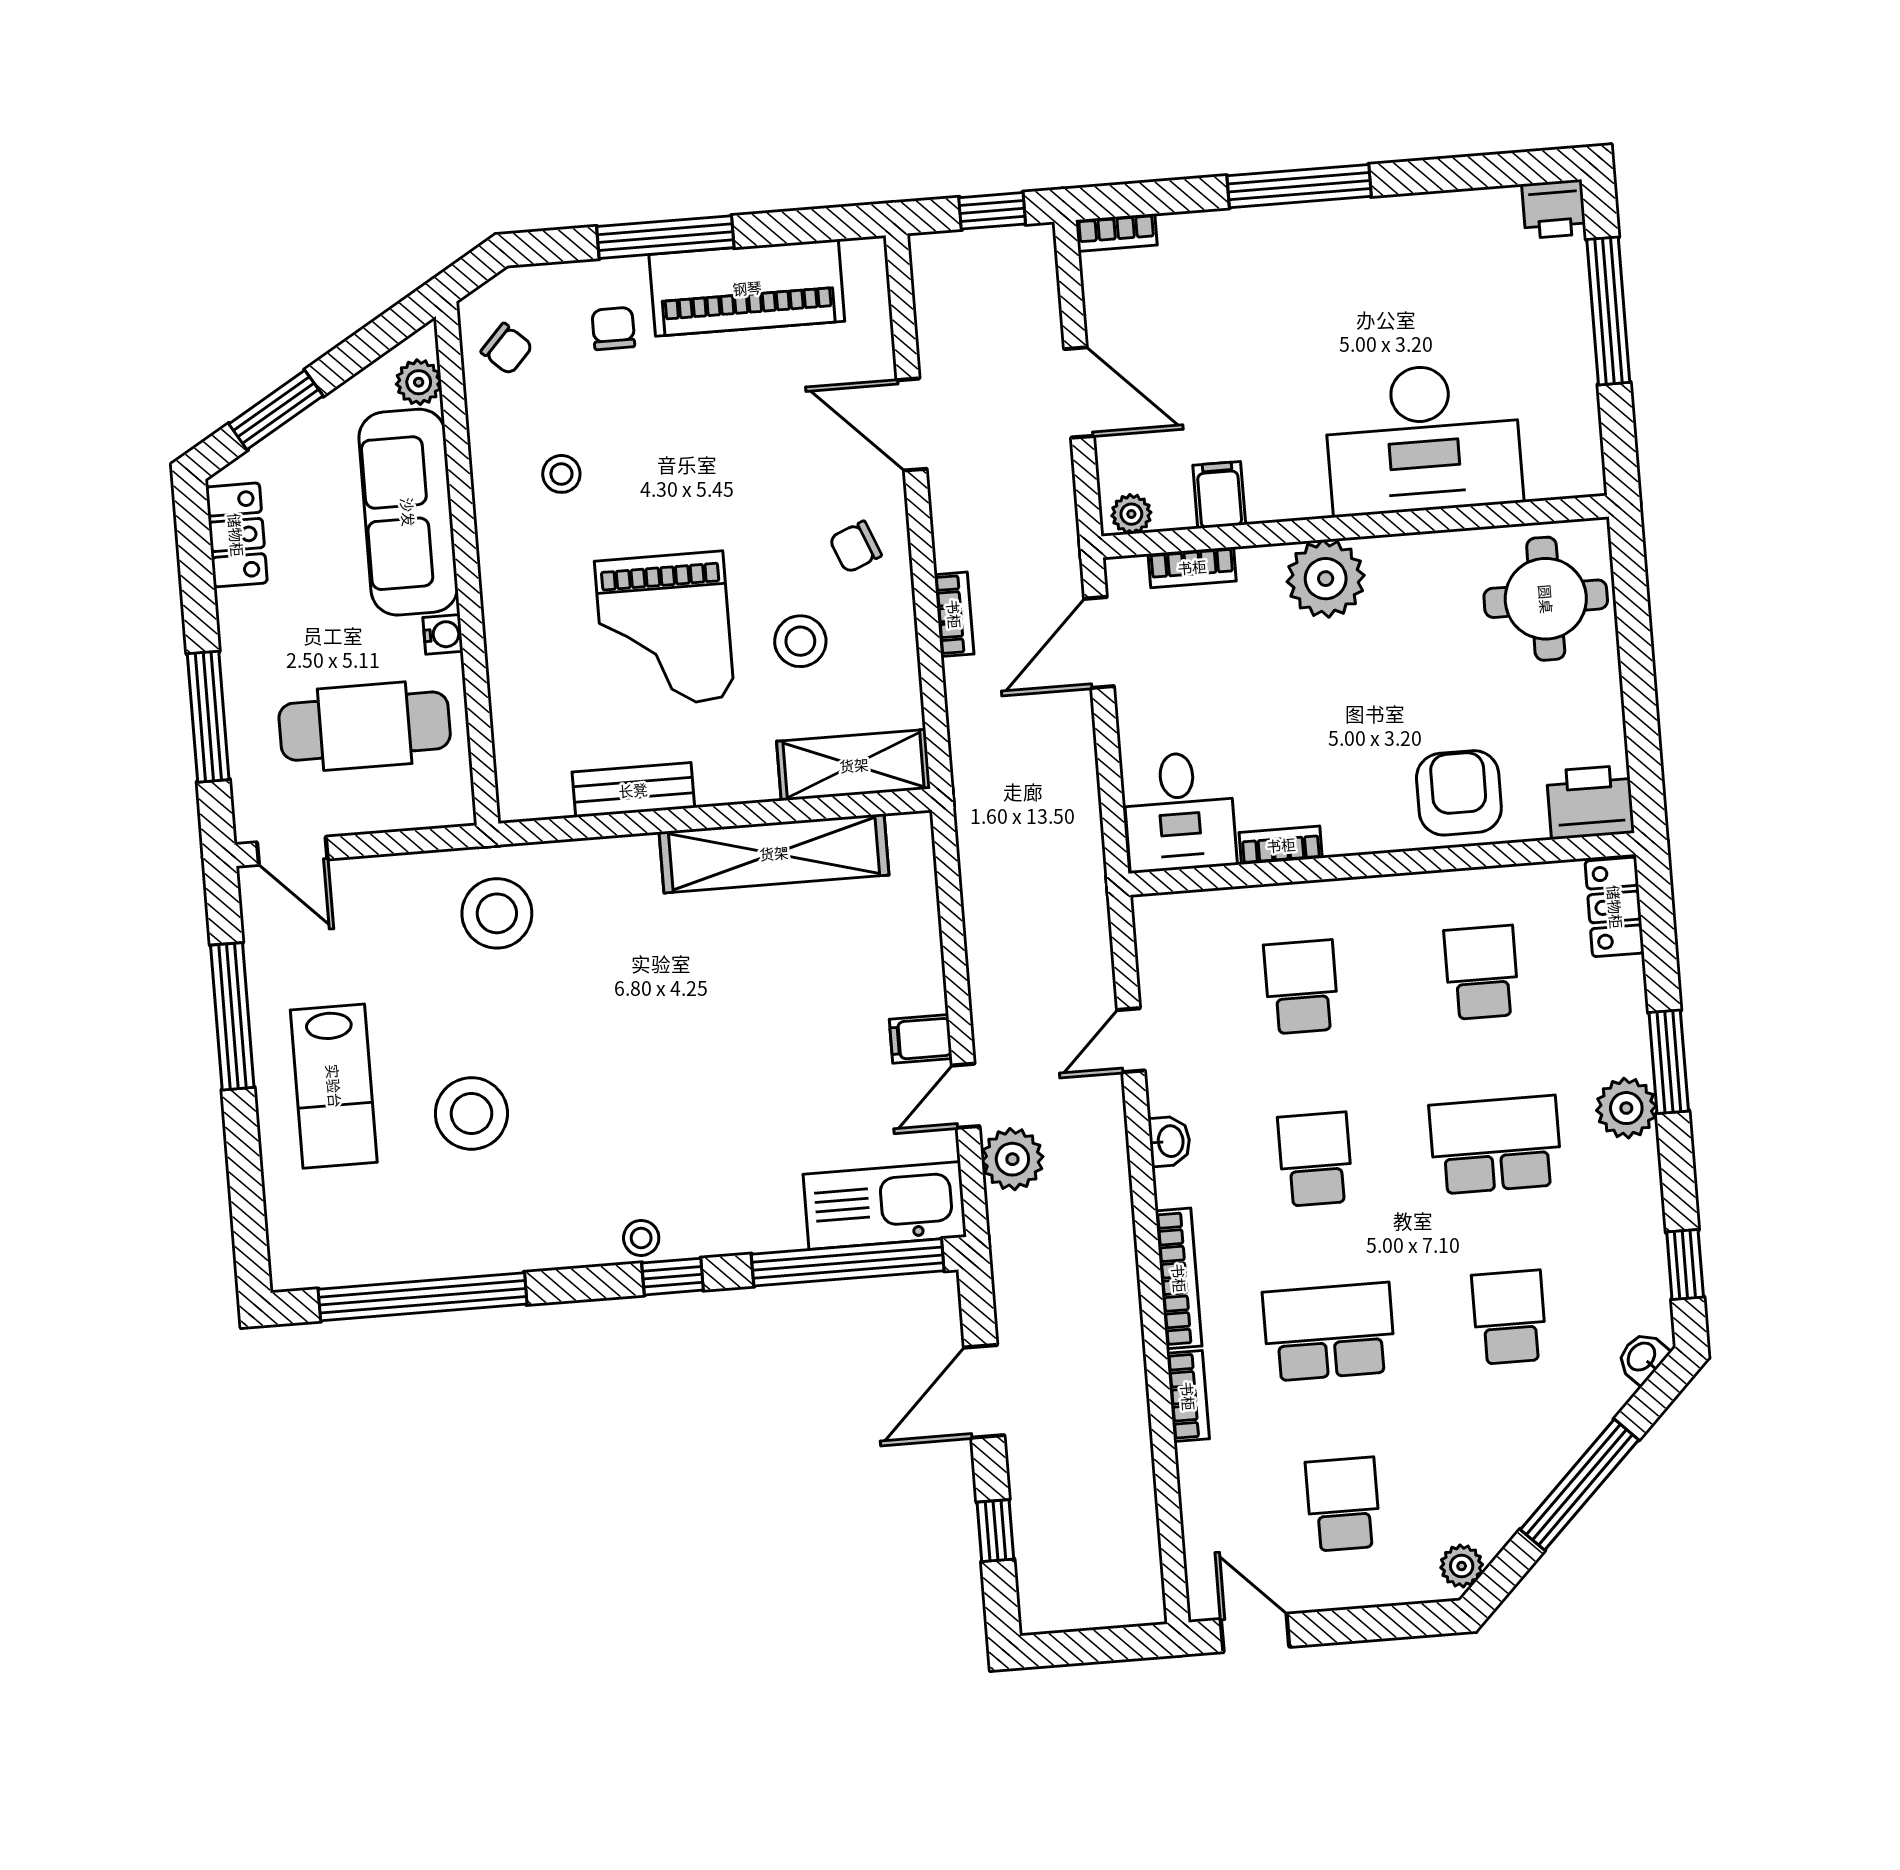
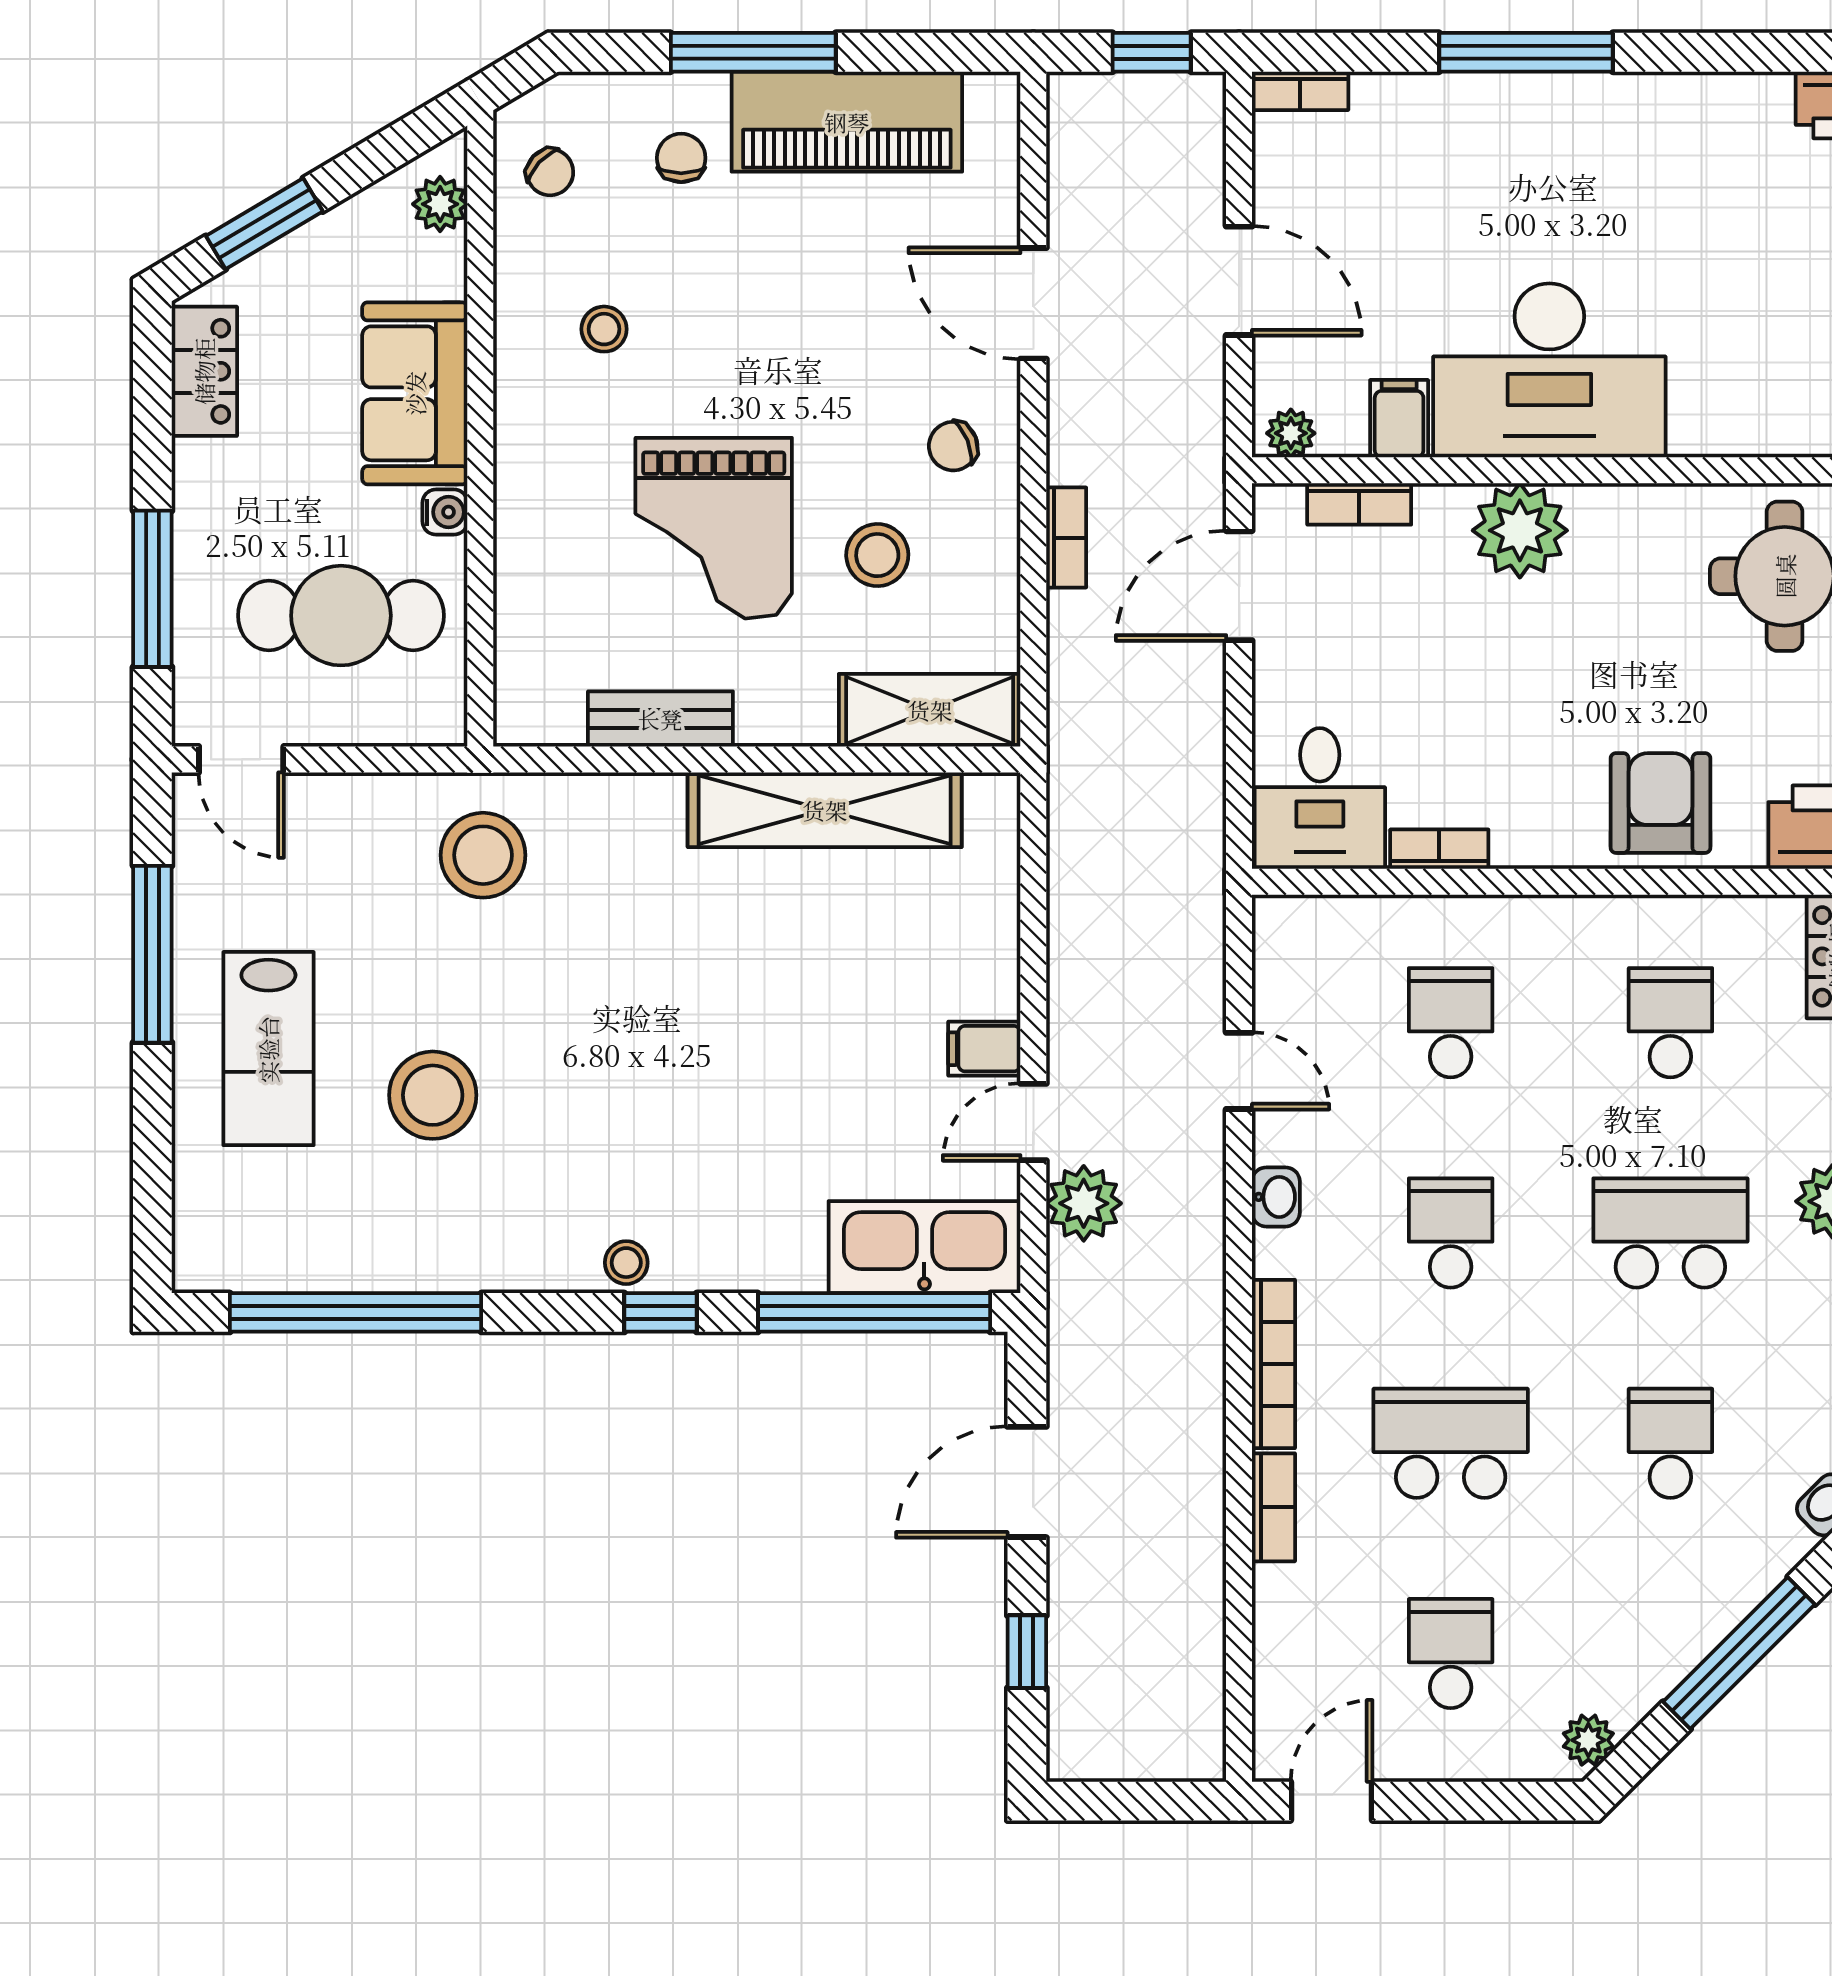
desk: (1423, 439) -> (1549, 370), moved
sofa: (408, 512) -> (415, 393), width x0.73
door: (1131, 1040) -> (1239, 1071), swing flipped
door: (1255, 1633) -> (1332, 1801), hinge flipped

